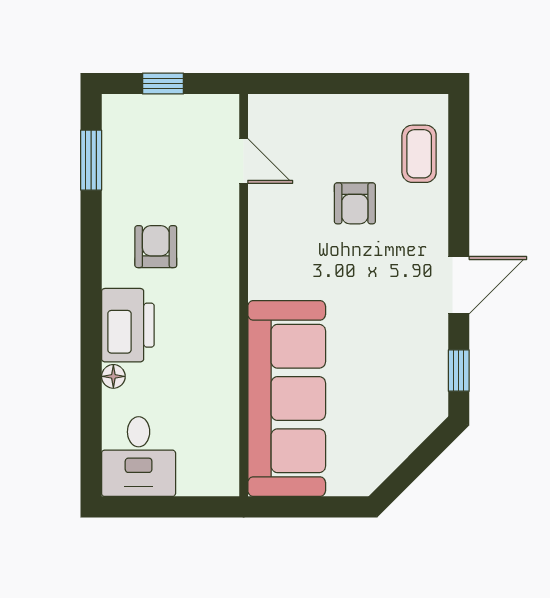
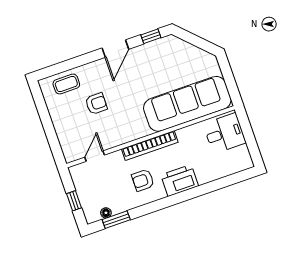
door: (459, 285) -> (115, 49), swing flipped
bookcase: (225, 287) -> (150, 146), added
floor lamp: (113, 376) -> (106, 213), moved
desk: (139, 457) -> (225, 133), moved

